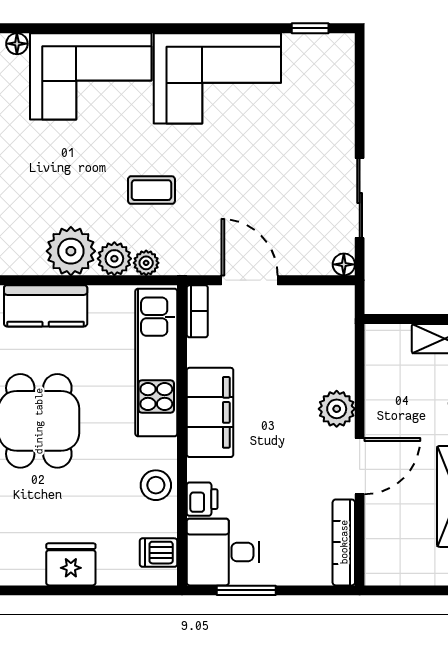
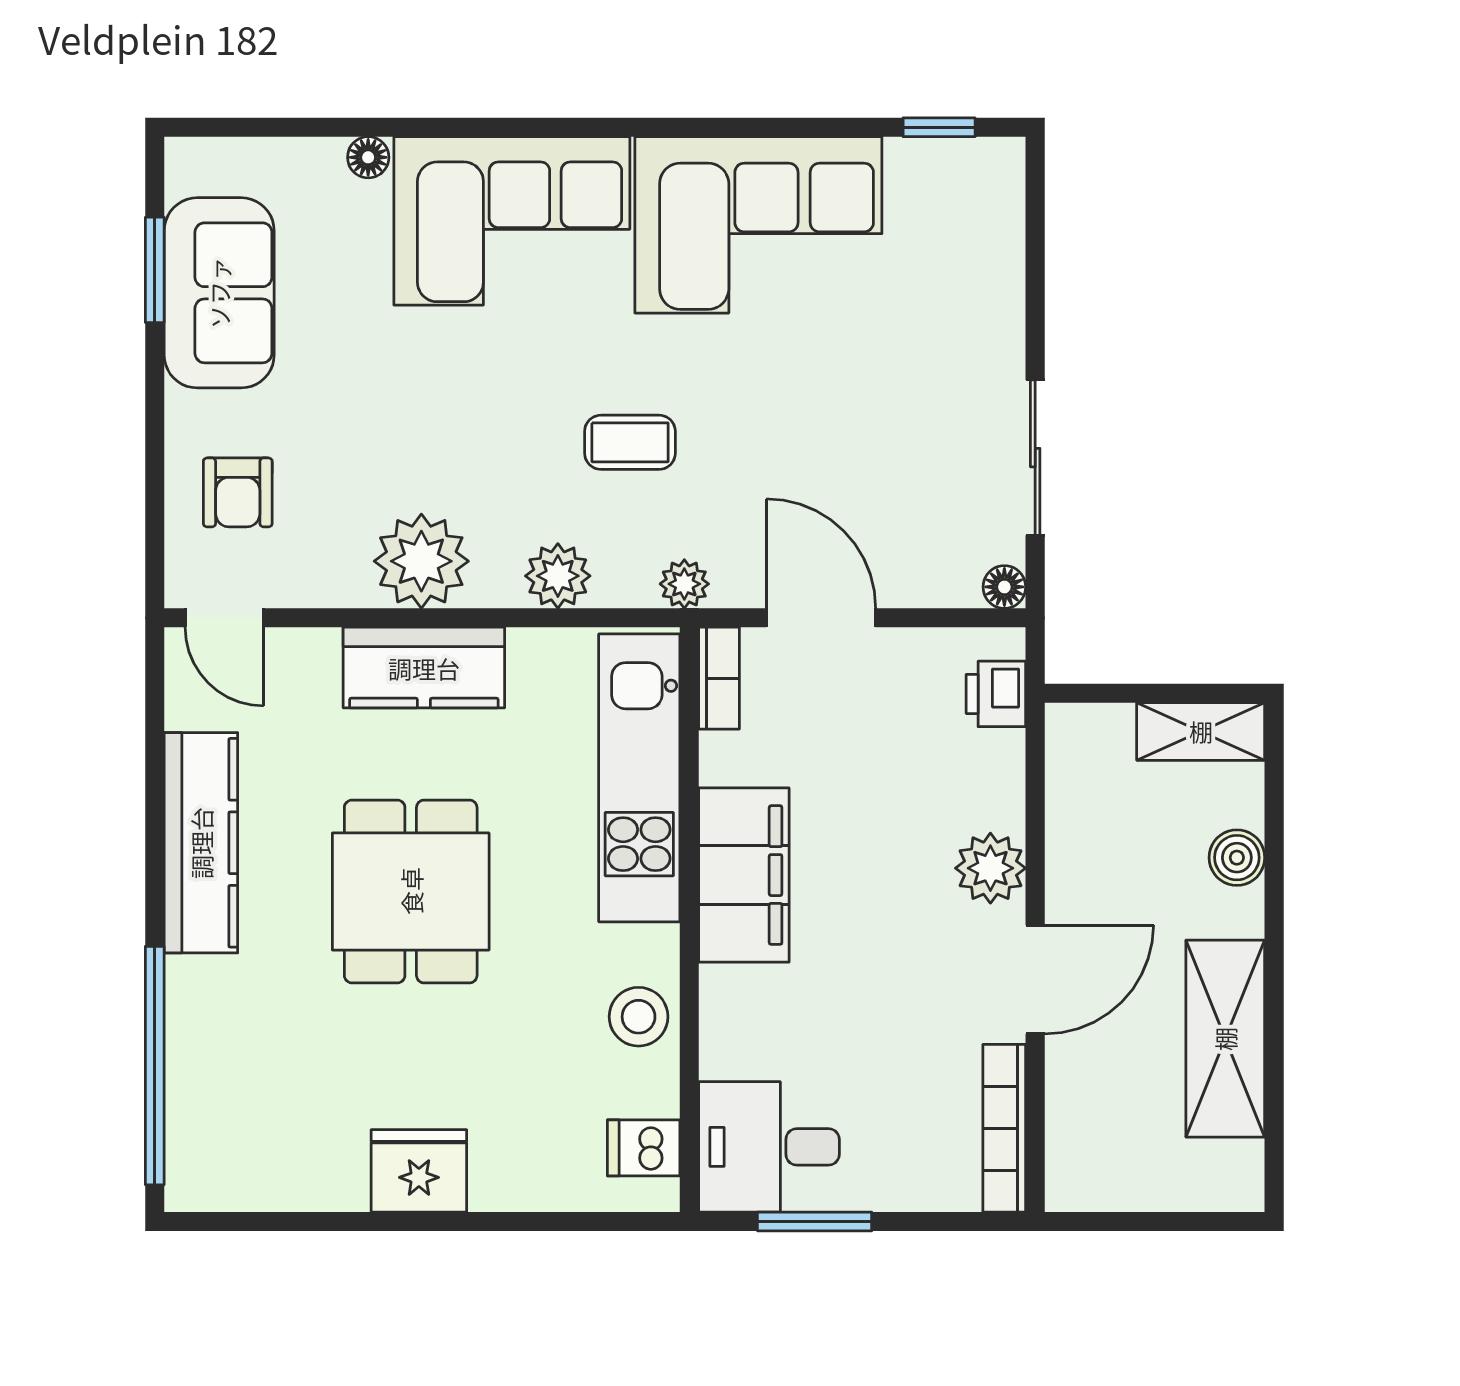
plant: (71, 251) -> (421, 561), moved
plant: (146, 263) -> (684, 584), moved
printer: (202, 499) -> (996, 694), moved, turned 180
fridge: (71, 564) -> (419, 1171), moved

